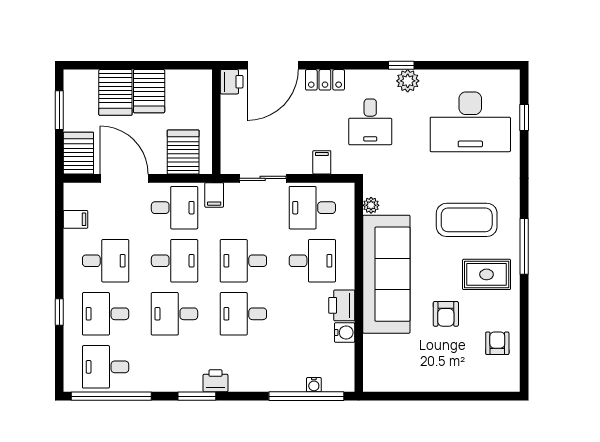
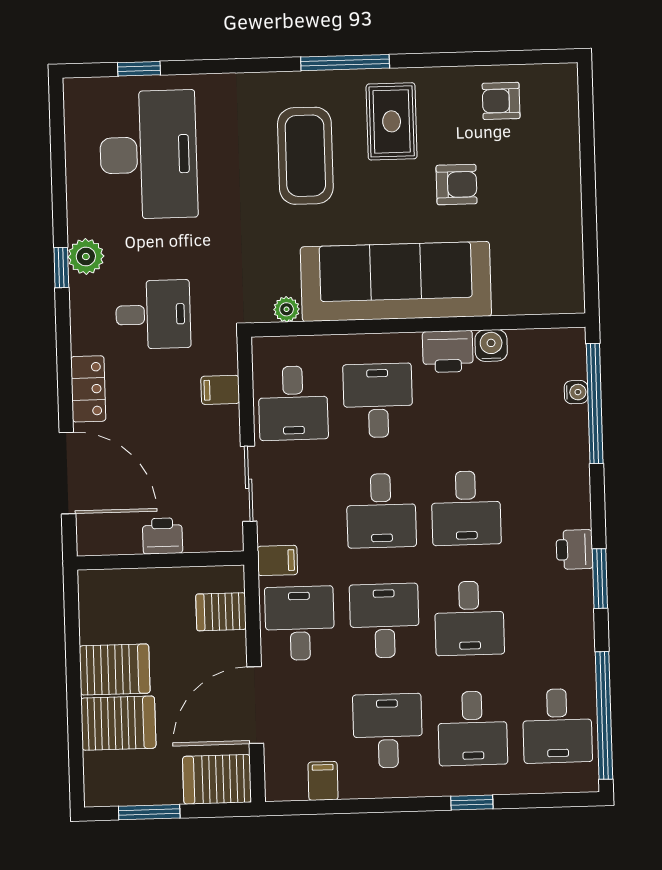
printer: (232, 82) -> (163, 536), moved
server rack: (183, 152) -> (221, 612), width x0.73, depth x0.70

